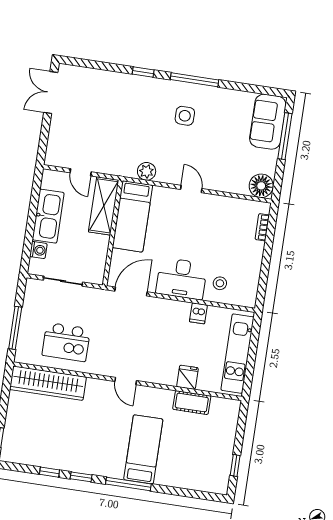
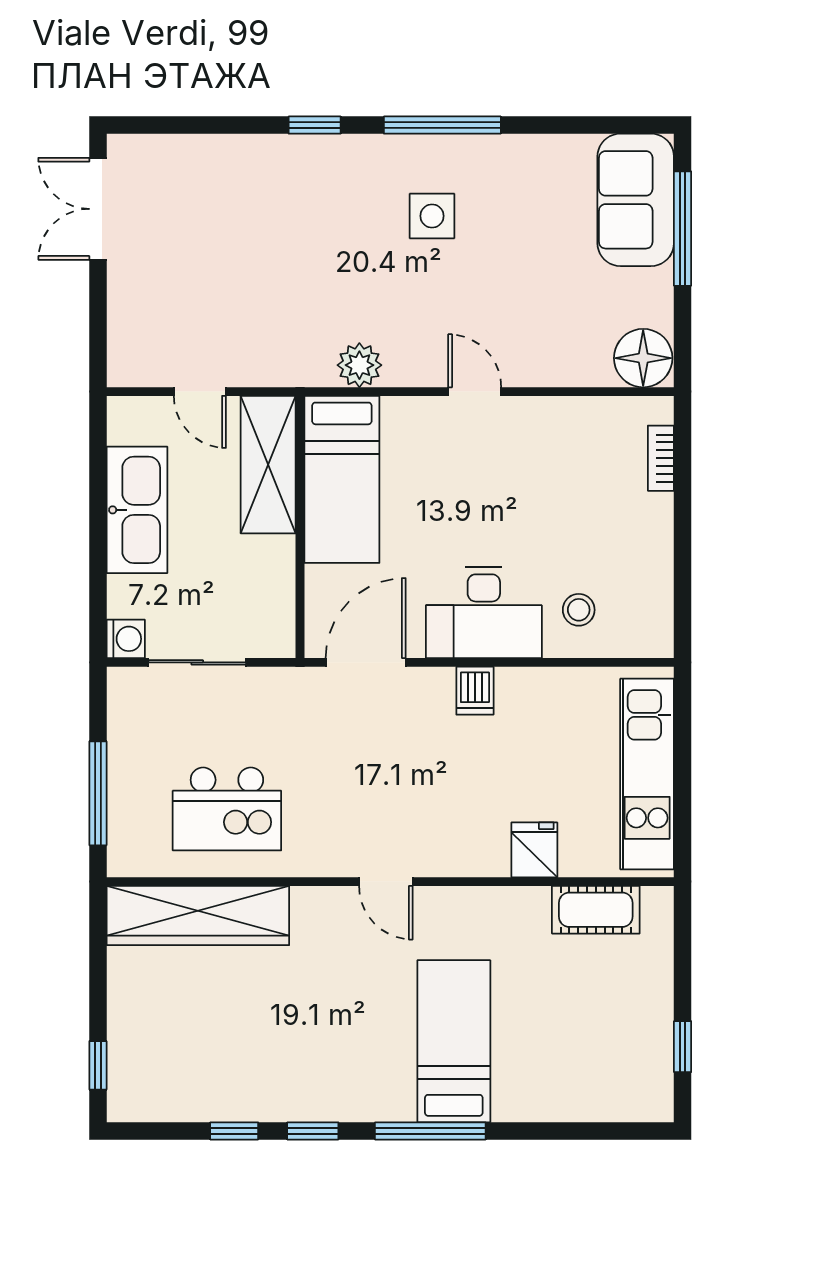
washing machine: (38, 250) -> (126, 639), moved
dishwasher: (198, 313) -> (475, 691), moved
cot: (192, 403) -> (596, 910), moved

